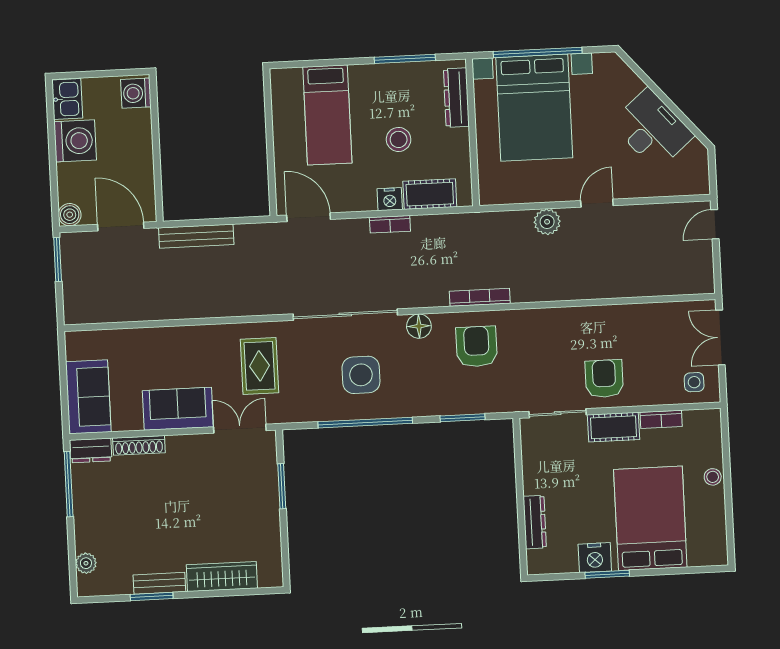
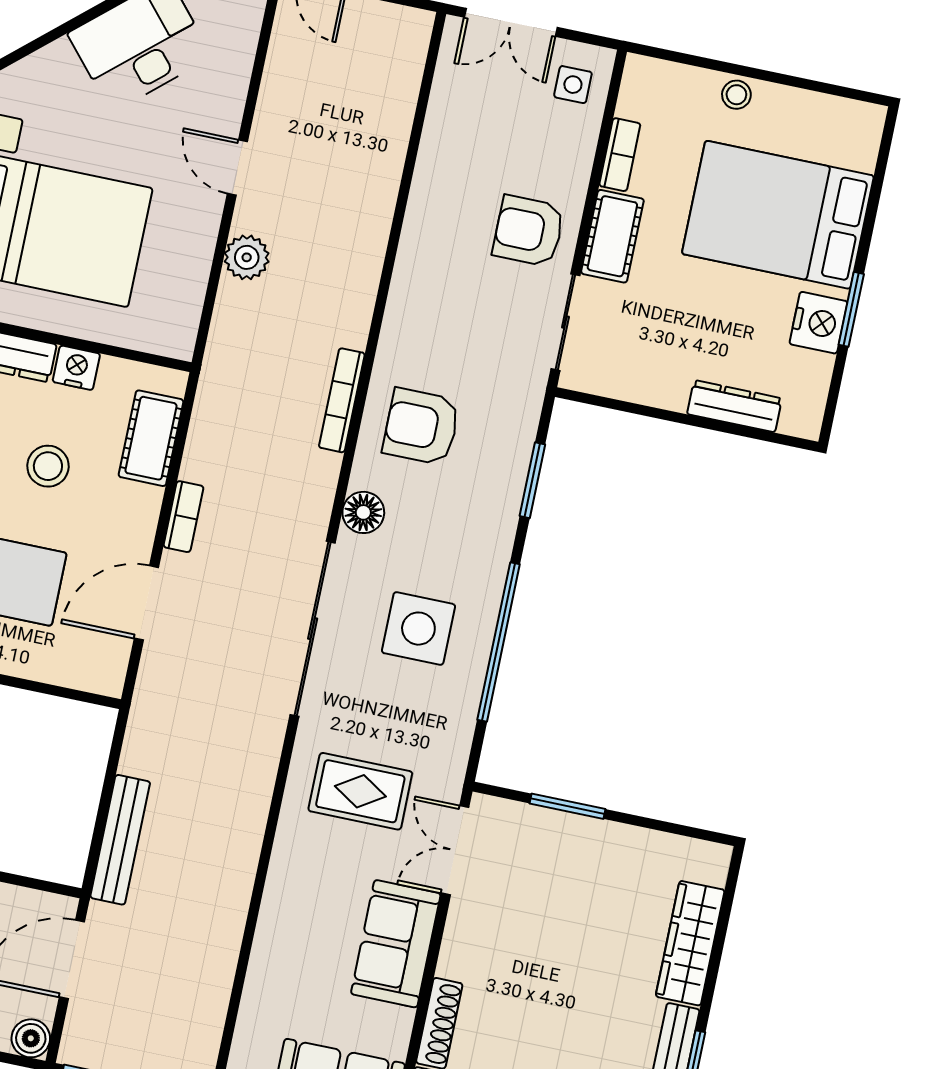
nightstand: (390, 199) -> (76, 368), moved, turned -90
door: (309, 217) -> (146, 603), moved

